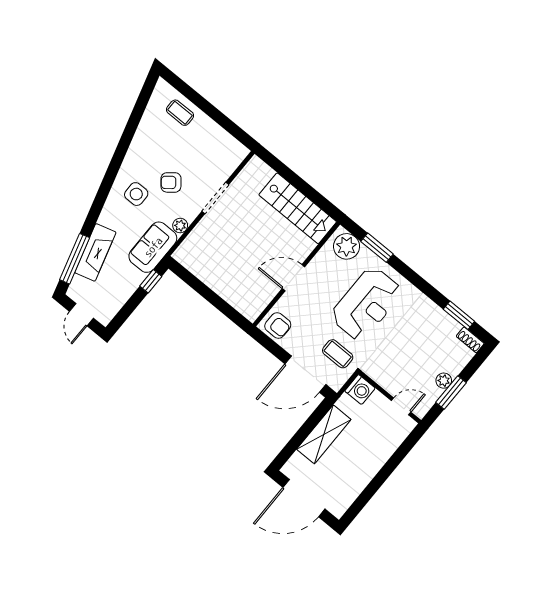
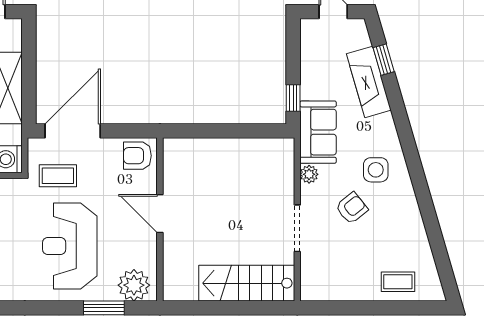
stairs: (298, 208) -> (247, 283), moved
window: (75, 259) -> (384, 60), width x0.46
door: (293, 278) -> (160, 214), swing flipped

